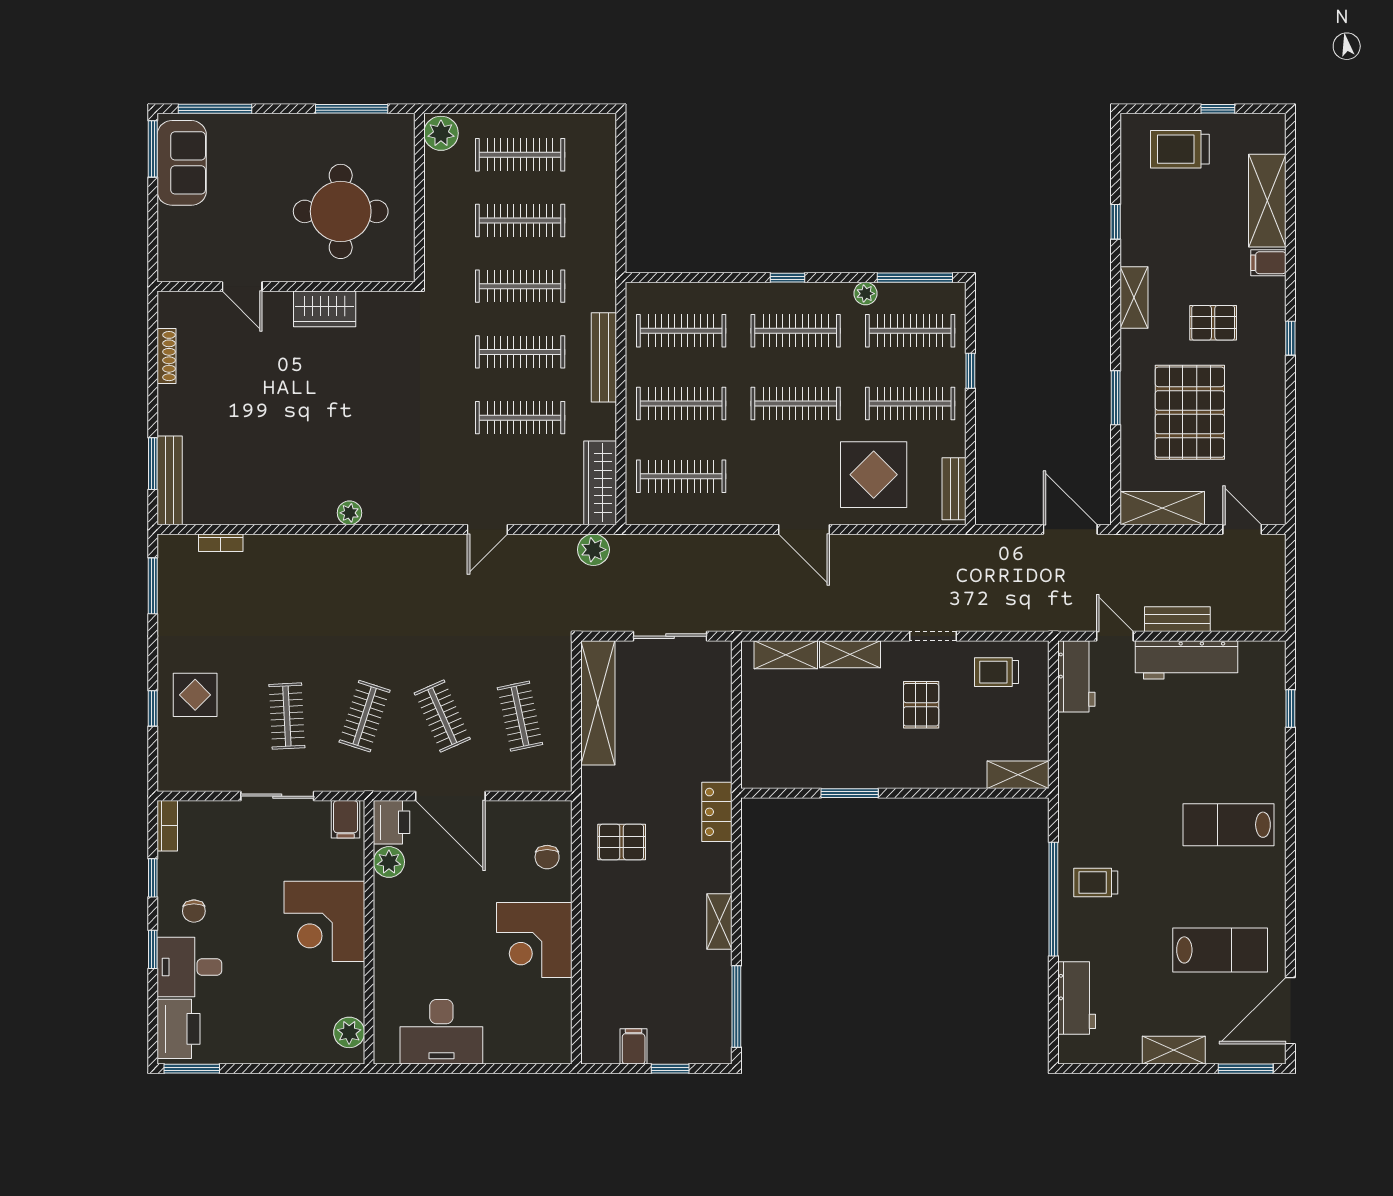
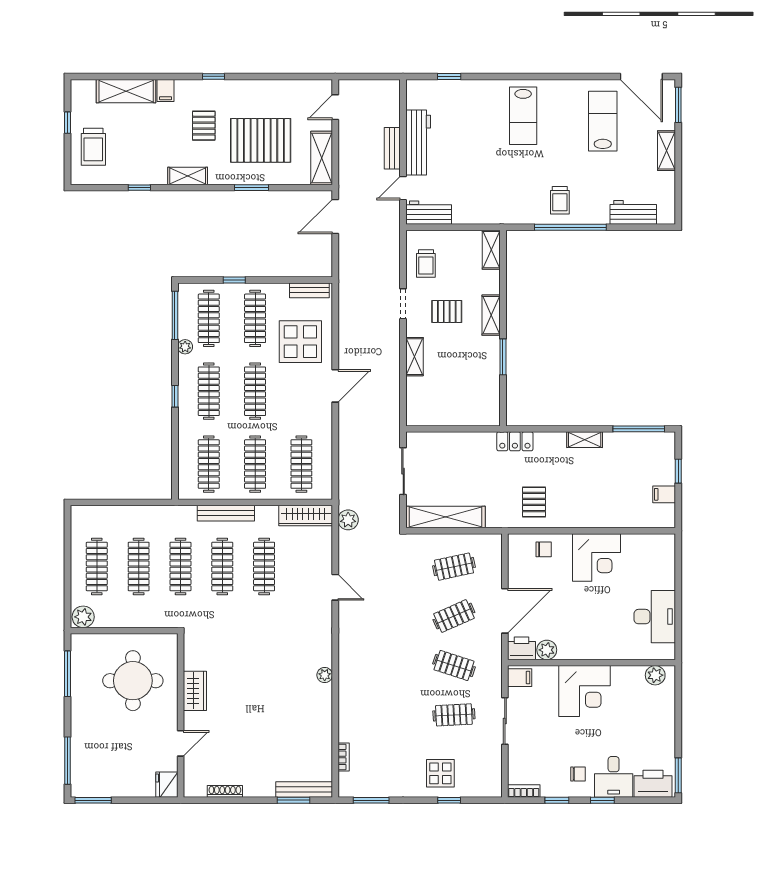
sofa: (182, 163) -> (102, 782), removed
fridge: (177, 265) -> (167, 785), added
shelving: (786, 655) -> (491, 315), moved

